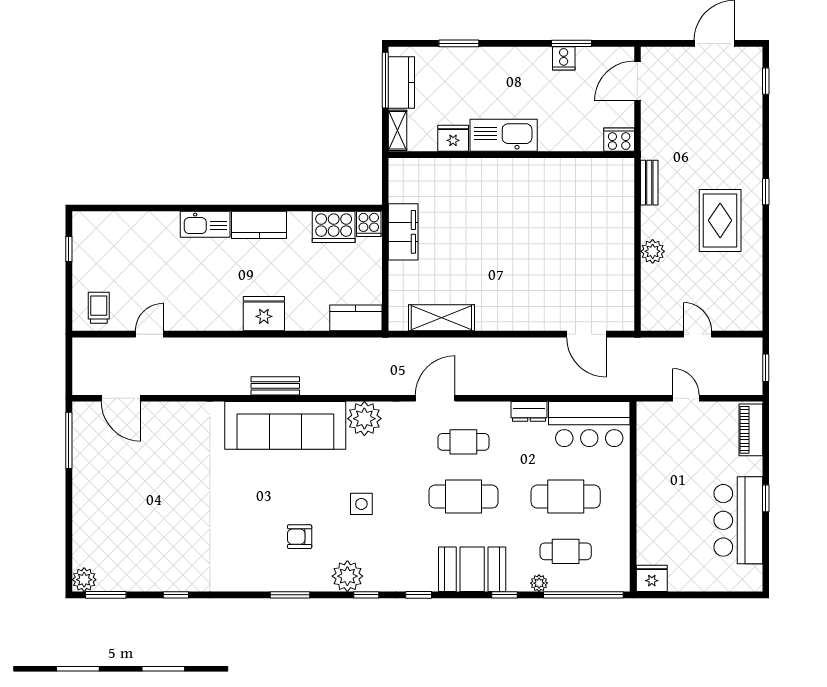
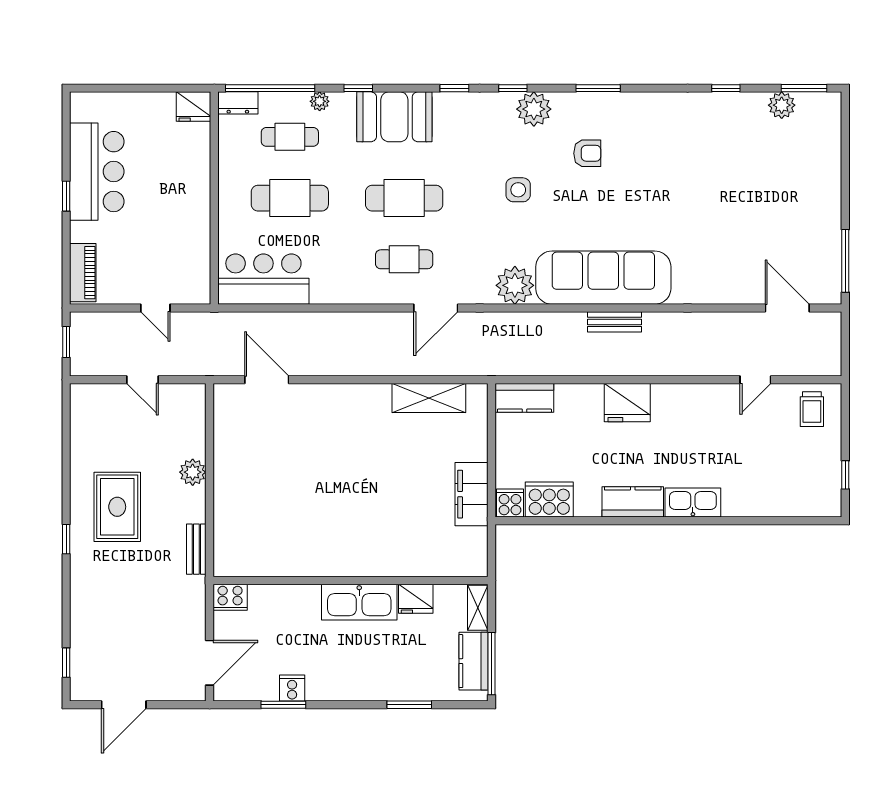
dresser: (529, 411) -> (238, 103), moved, turned 180
plant: (84, 580) -> (782, 105), moved

